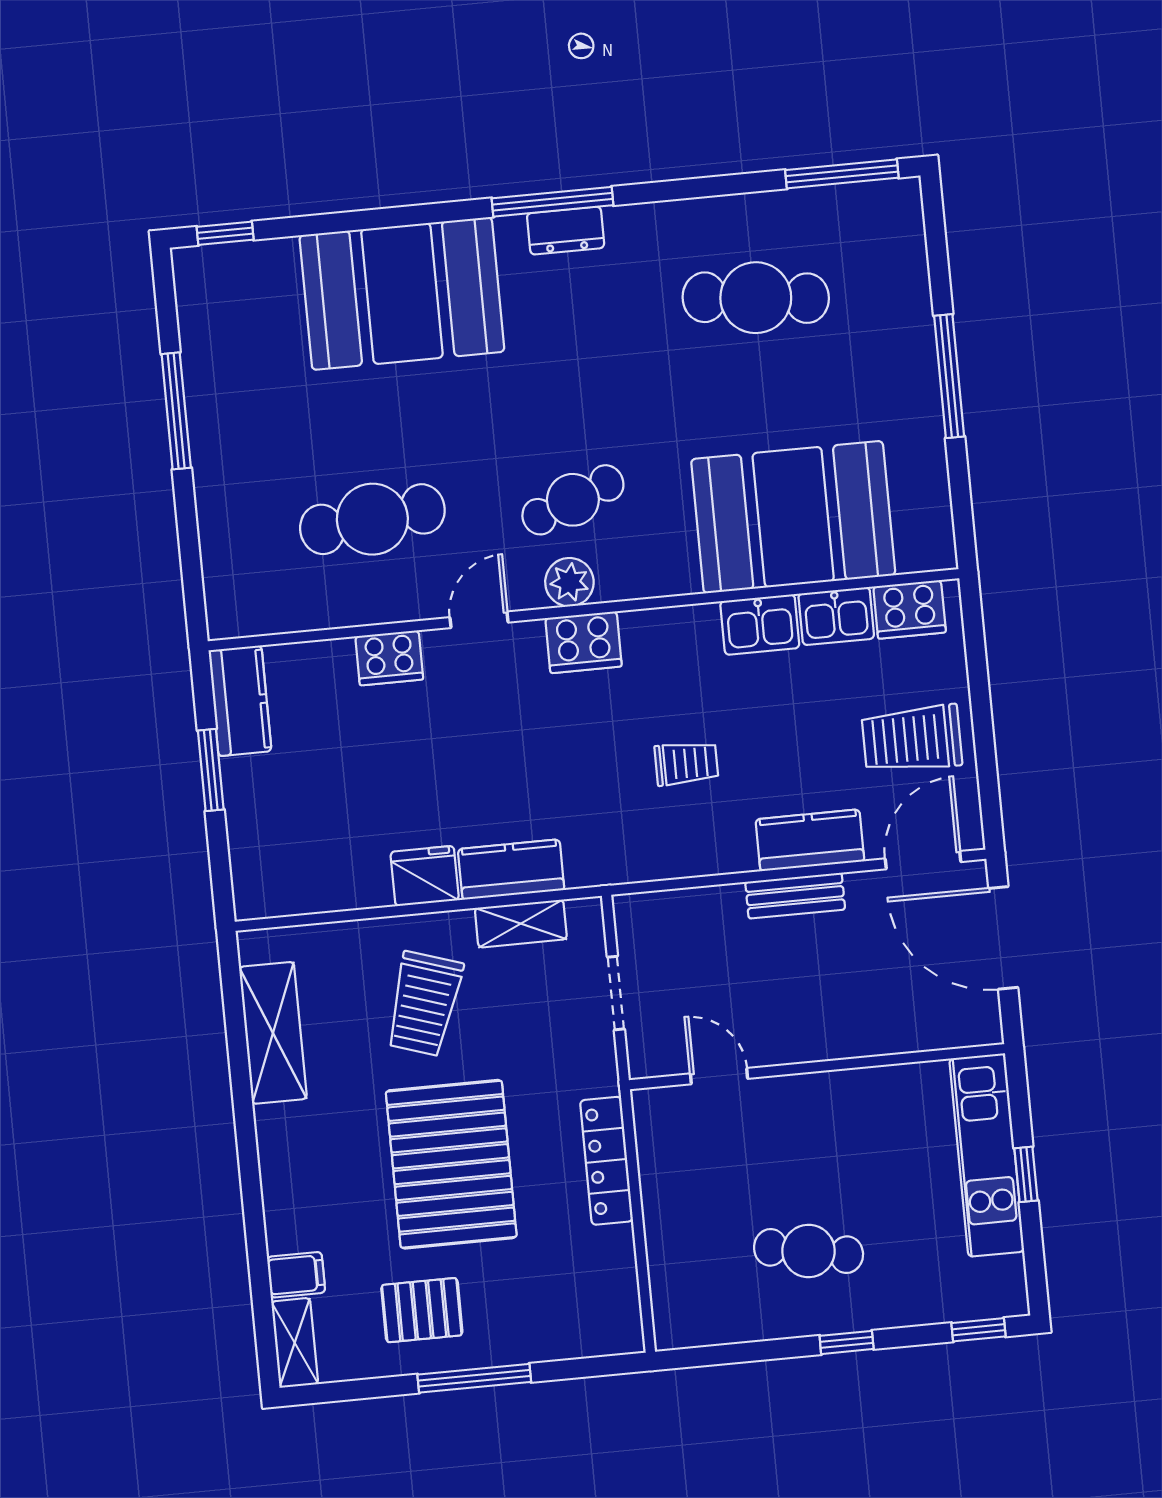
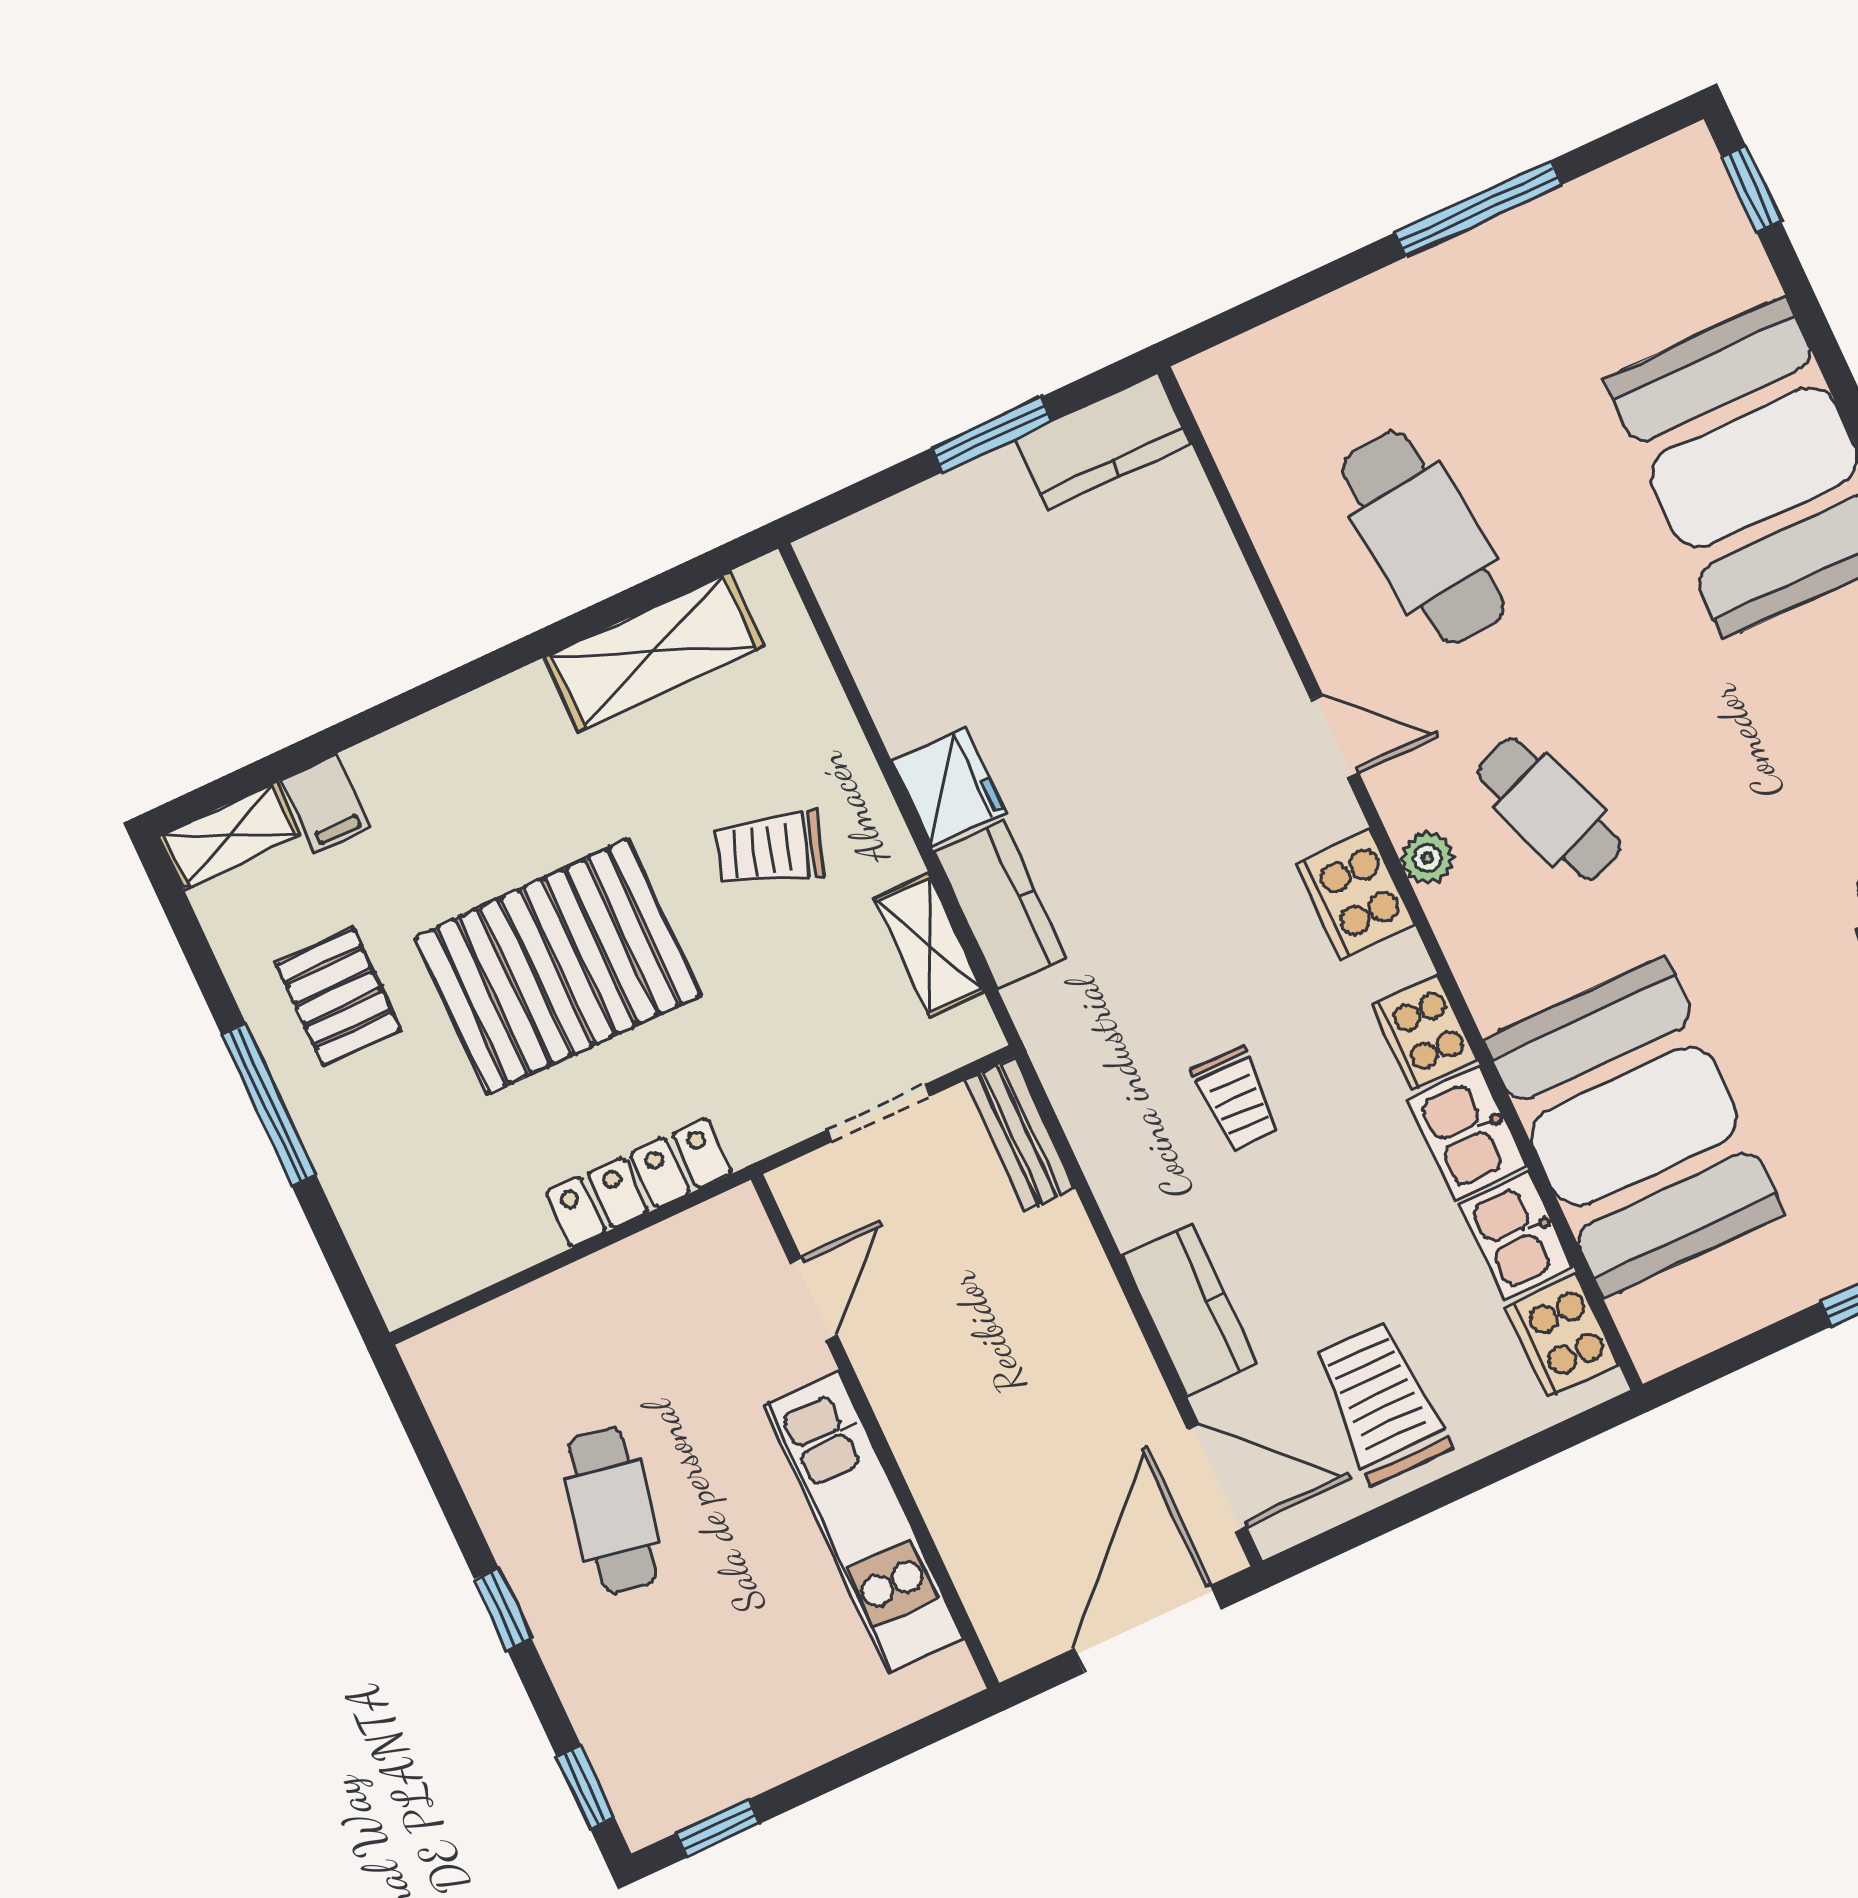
plant: (569, 582) -> (1427, 858), width x0.73, depth x0.73
cooker: (389, 658) -> (1424, 1033), moved
bench: (795, 896) -> (1020, 1134), moved
trolley: (424, 1004) -> (769, 849), width x0.73, depth x0.72
kitchen unit: (987, 1155) -> (864, 1522), moved, turned -90
window: (1026, 1174) -> (717, 1829), moved

